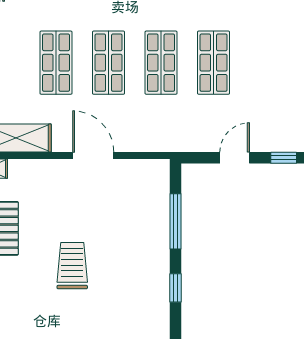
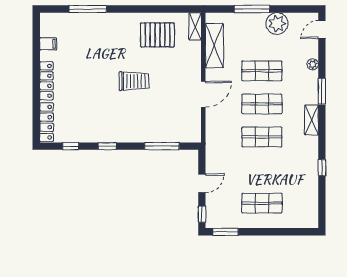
shop shelf: (214, 63) -> (262, 203), moved
door: (235, 158) -> (202, 183), hinge flipped
window: (176, 288) -> (107, 146), moved

